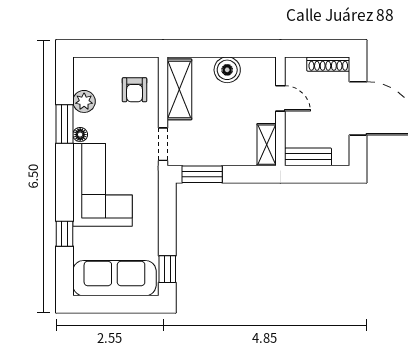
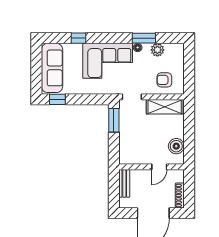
boiler: (227, 70) -> (176, 146), moved
shelving: (267, 145) -> (132, 159), removed

